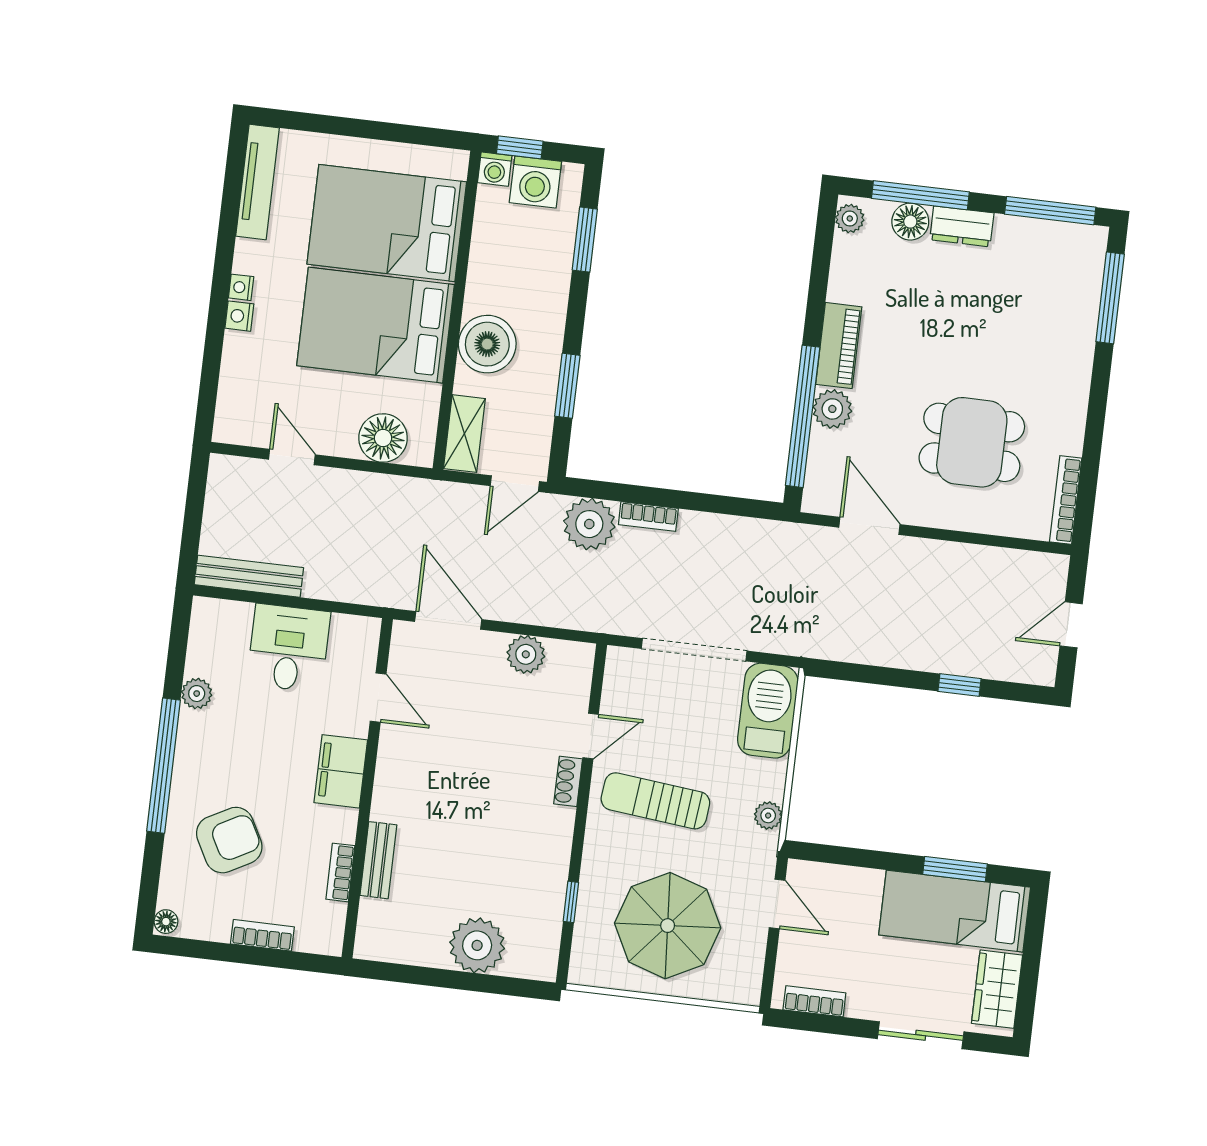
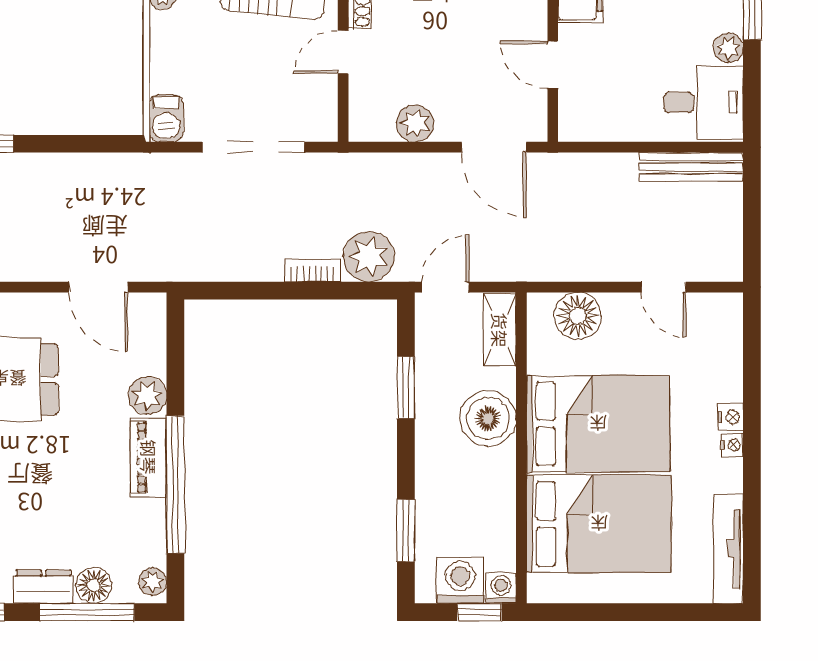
window: (803, 416) -> (175, 484), moved
desk: (289, 648) -> (703, 102), moved, turned -90
barbecue: (768, 711) -> (166, 118), width x0.53, depth x0.65

